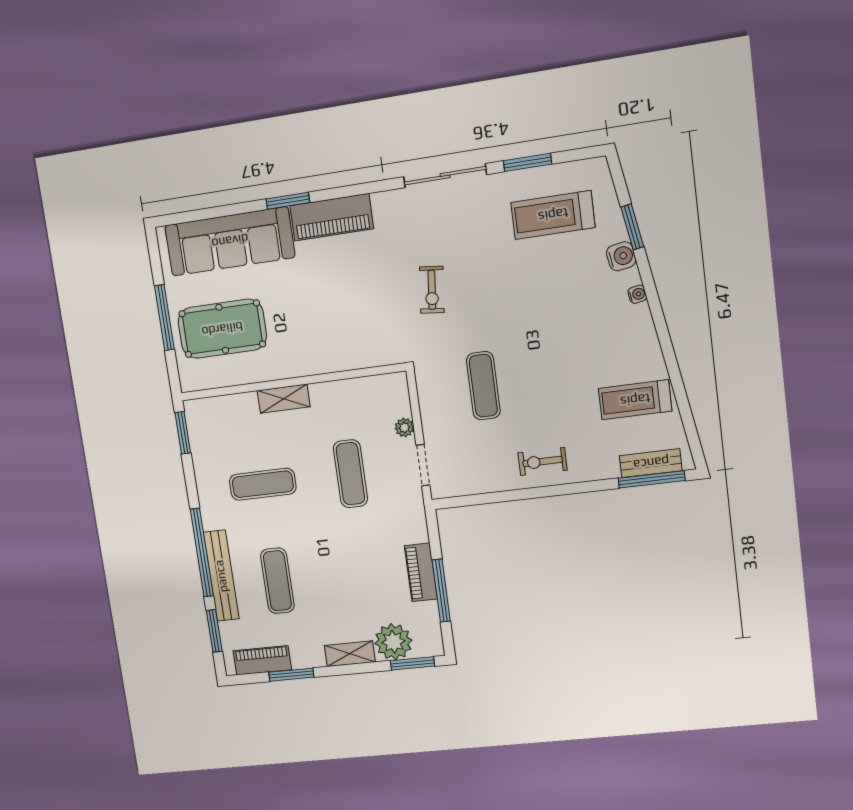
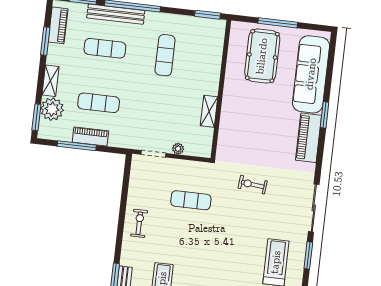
shelving: (284, 399) -> (209, 111), moved
exercise mat: (350, 474) -> (99, 103), moved

